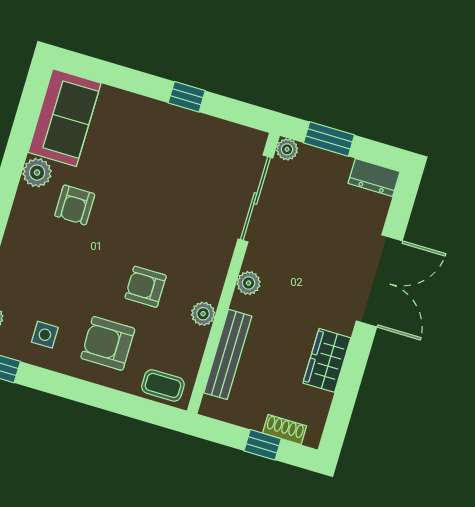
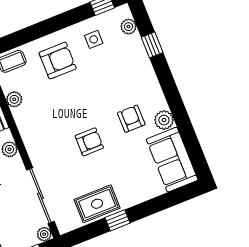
rug: (195, 136) -> (97, 204), added
armchair: (146, 287) -> (89, 142), moved
plant: (203, 314) -> (14, 99), moved

